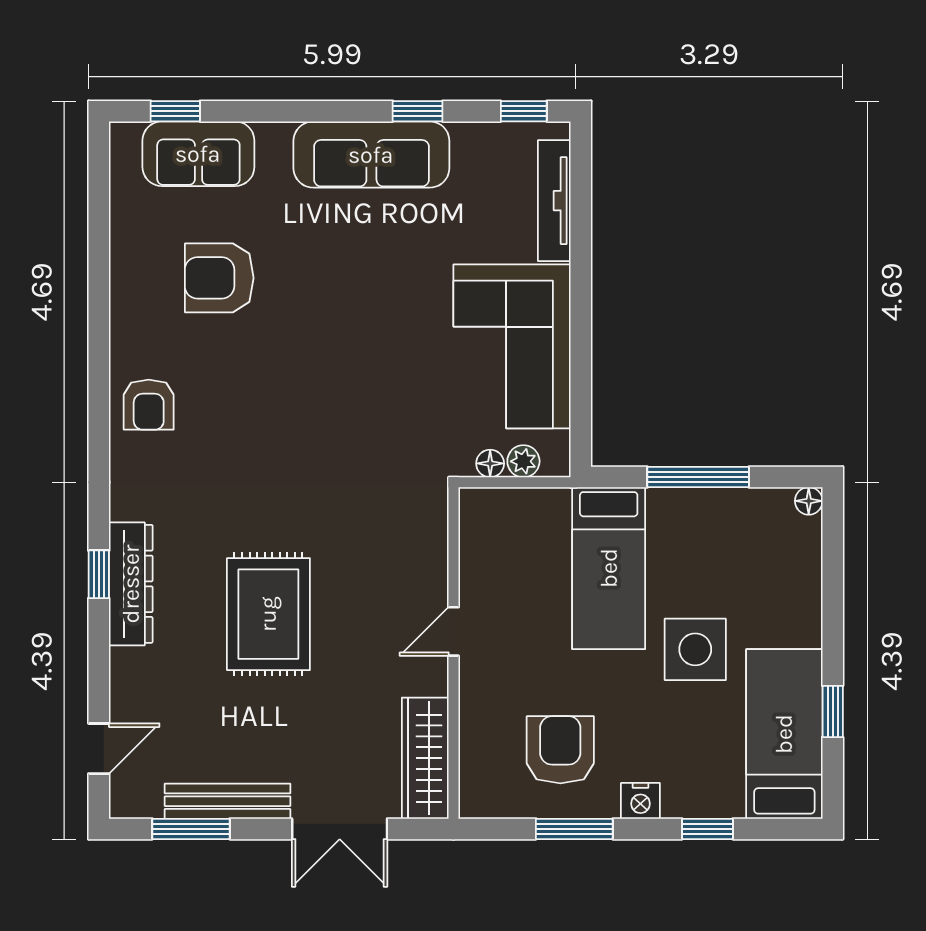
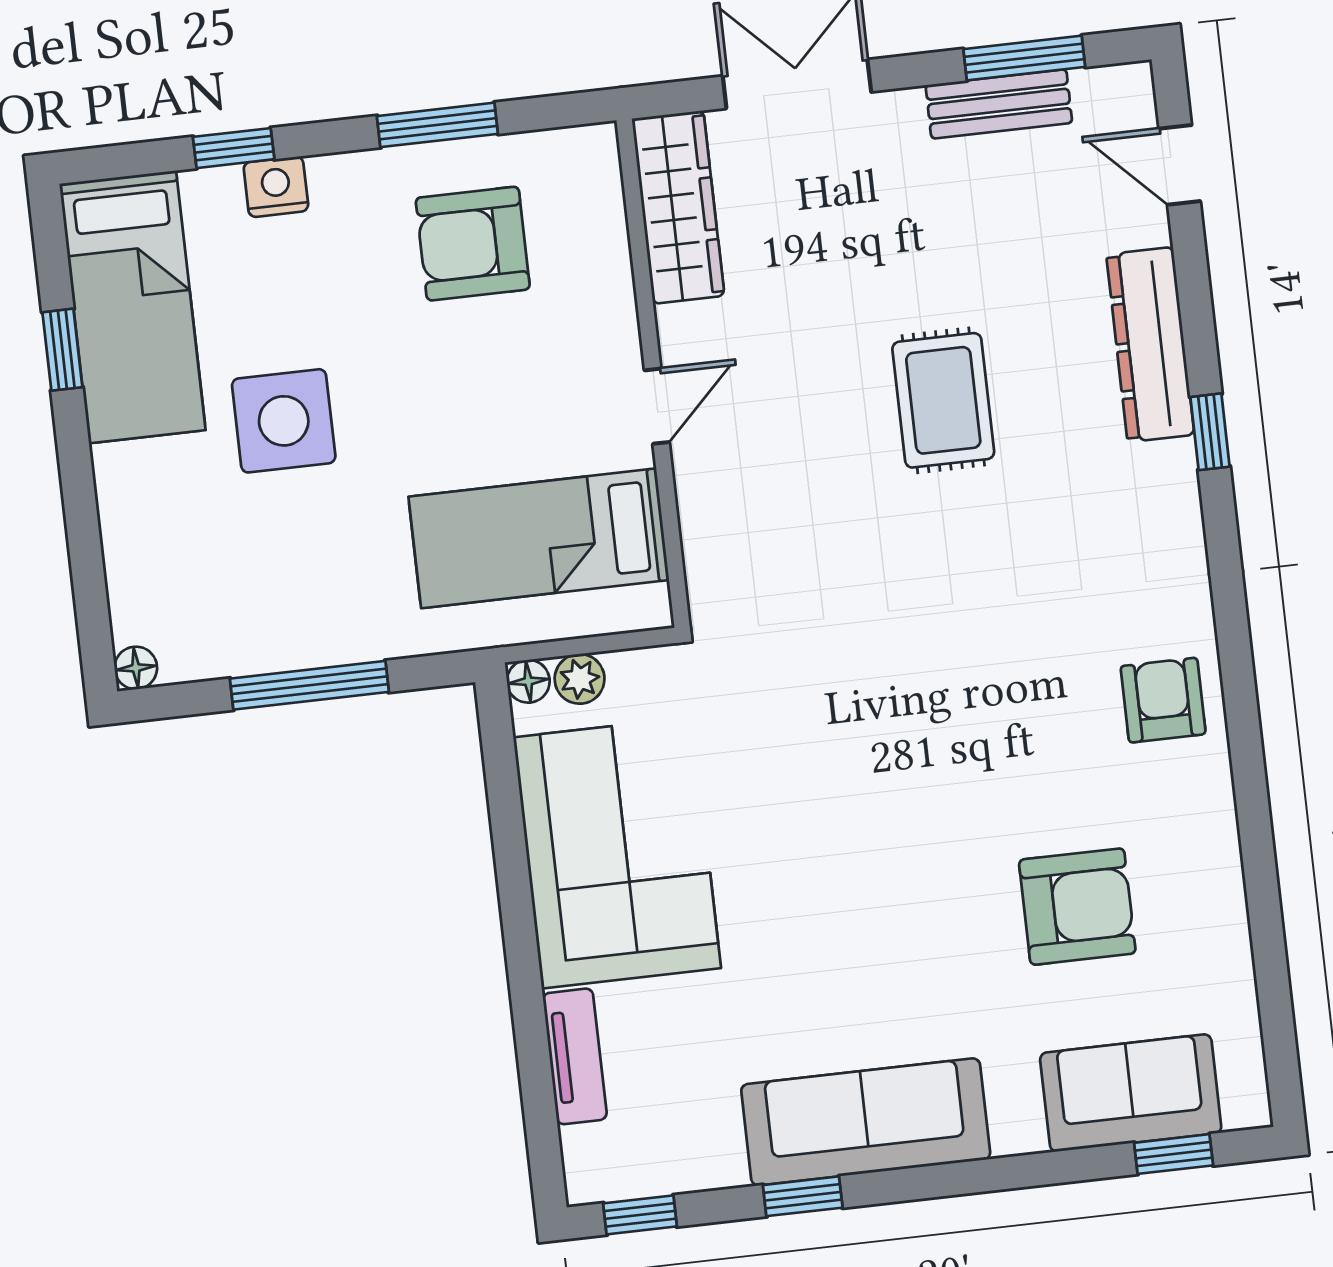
tv unit: (554, 201) -> (575, 1056), width x0.71
floor lamp: (490, 463) -> (528, 681), moved
bed: (609, 568) -> (539, 538), moved, turned -90
dresser: (131, 584) -> (1150, 345), moved
rug: (268, 614) -> (943, 400), width x0.73, depth x0.70
door: (99, 749) -> (1180, 165), hinge flipped
armchair: (560, 750) -> (473, 244), turned 90
bench: (228, 801) -> (999, 104), width x0.73
nightstand: (640, 801) -> (276, 187), moved

